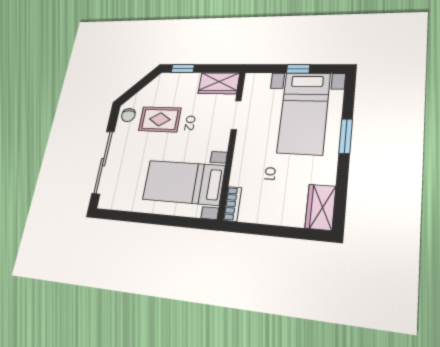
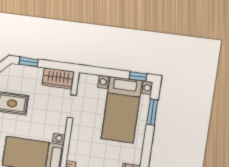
window: (298, 69) -> (138, 76), moved
window: (346, 136) -> (152, 112), moved

